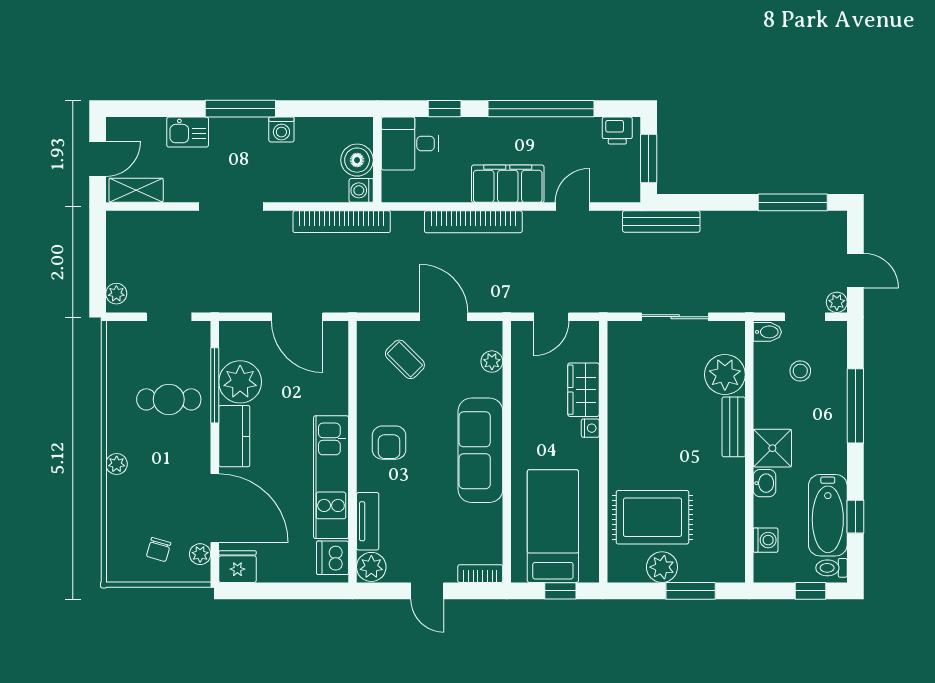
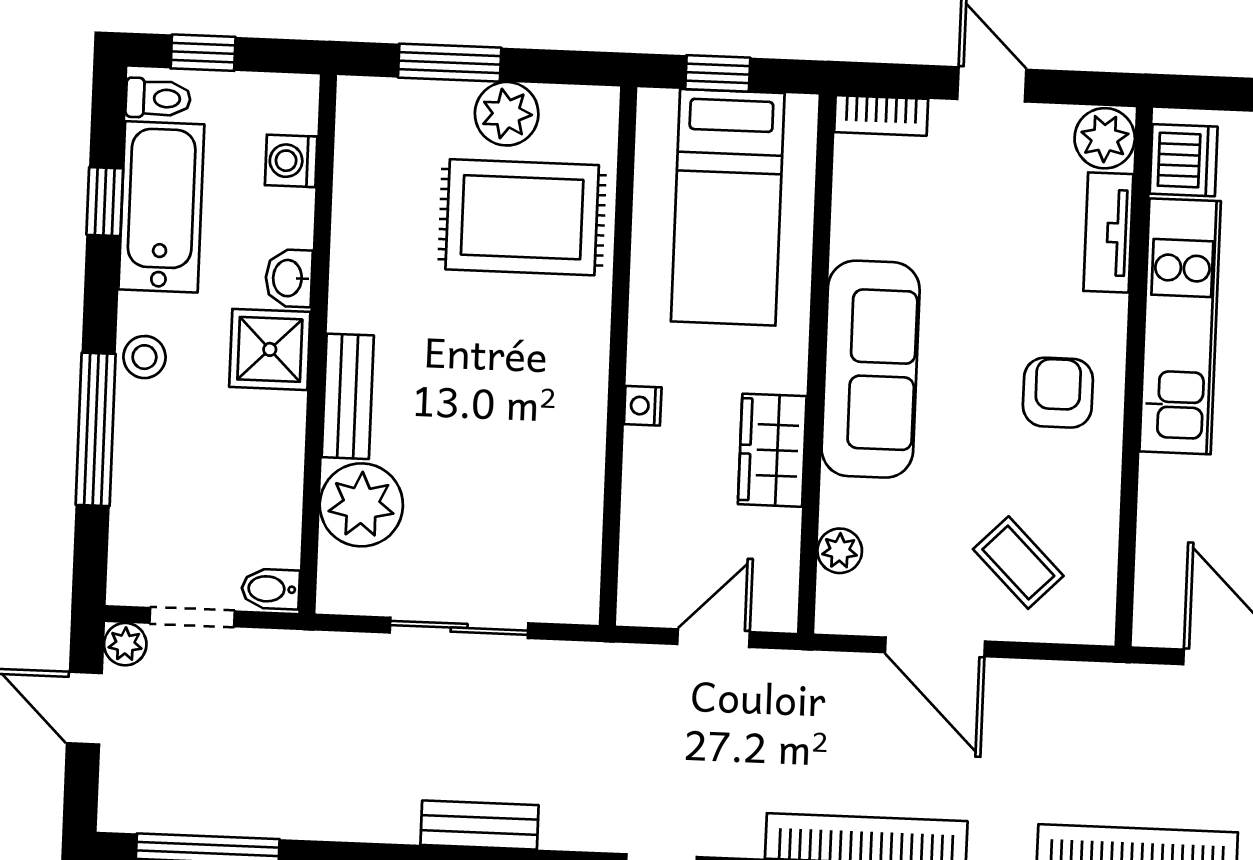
bench: (661, 221) -> (480, 825), width x0.73
stool: (800, 371) -> (144, 357), moved
wardrobe: (584, 390) -> (772, 450), moved, turned 180

